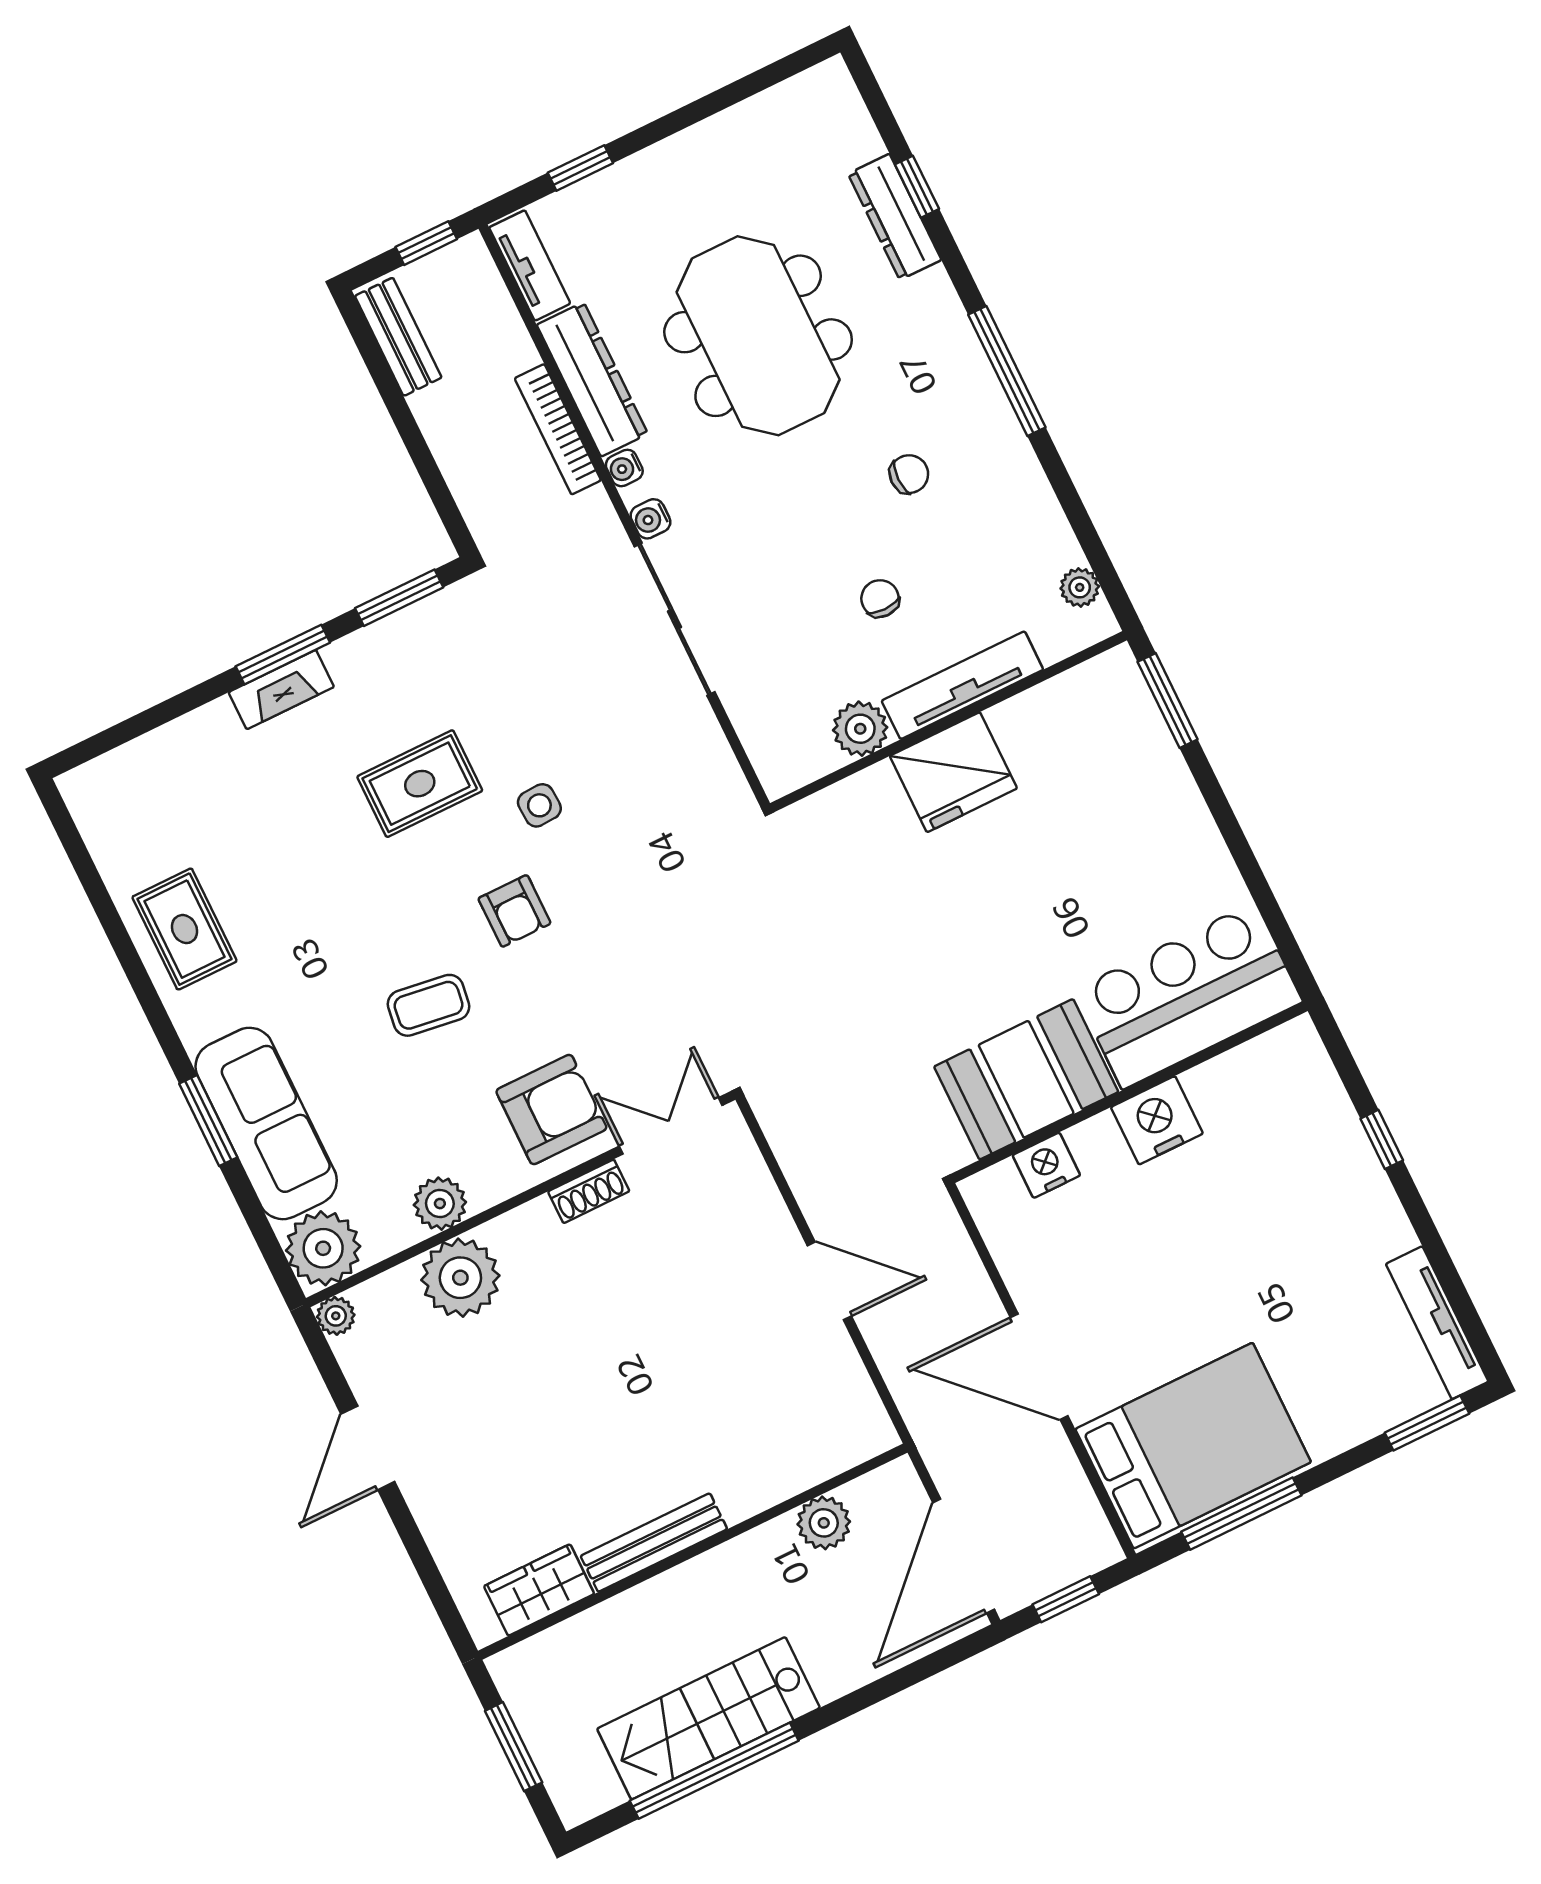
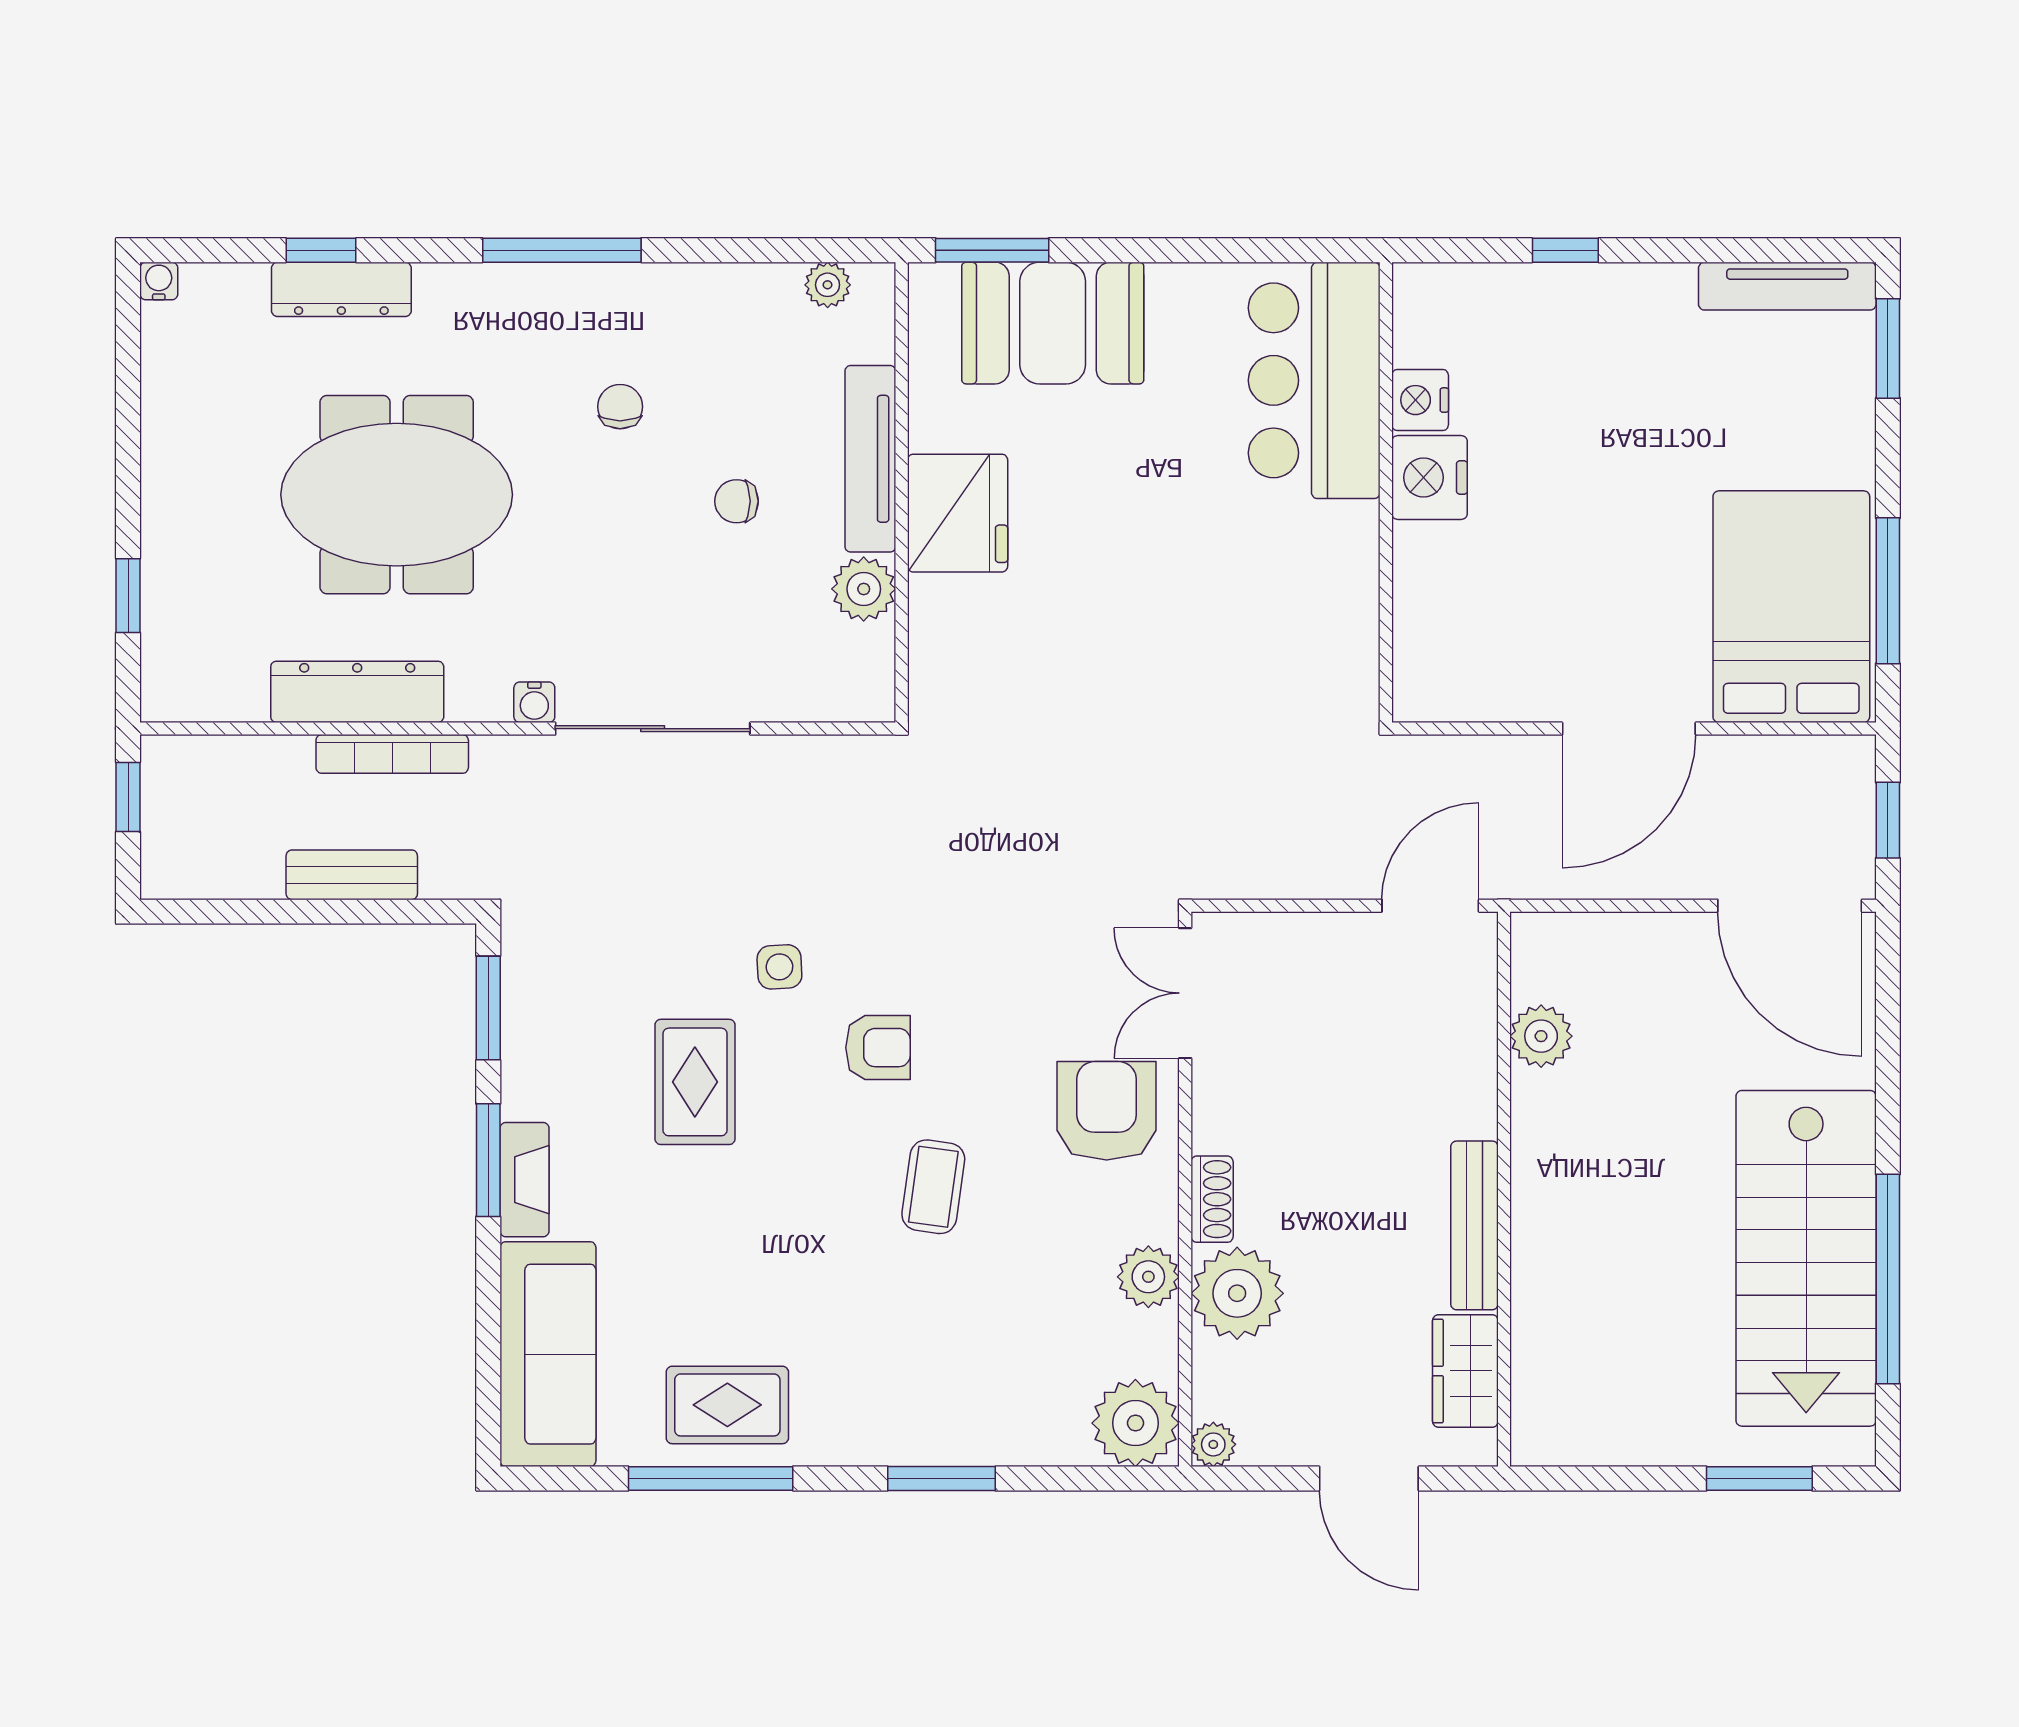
tv unit: (530, 265) -> (205, 699), removed
bench: (398, 337) -> (352, 875), moved
water cooler: (624, 468) -> (159, 281), moved, turned 180
window: (122, 944) -> (711, 1479), added
booth: (1026, 1079) -> (1053, 323), moved, turned 90
sofa: (266, 1123) -> (548, 1354), moved, turned 90
nightstand: (1046, 1165) -> (1420, 400), moved
shoe rack: (589, 1191) -> (1212, 1199), moved
plant: (824, 1523) -> (1541, 1036), moved
bench: (654, 1543) -> (1474, 1225), moved
wall: (693, 1552) -> (1504, 1189), moved
wardrobe: (539, 1590) -> (1465, 1371), moved
stairs: (708, 1718) -> (1806, 1258), width x1.36, depth x1.51

